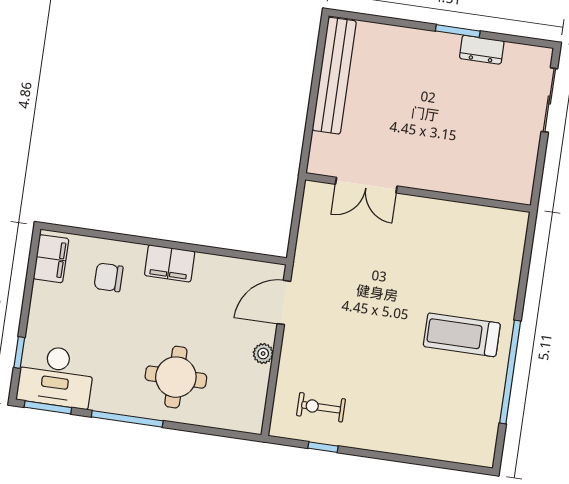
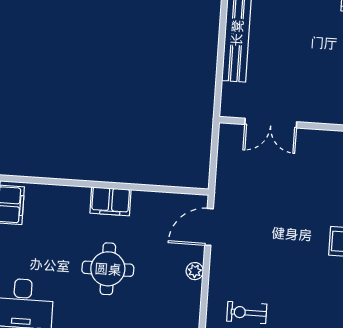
chair: (109, 277) -> (60, 217), removed
round table: (176, 377) -> (108, 269), moved

